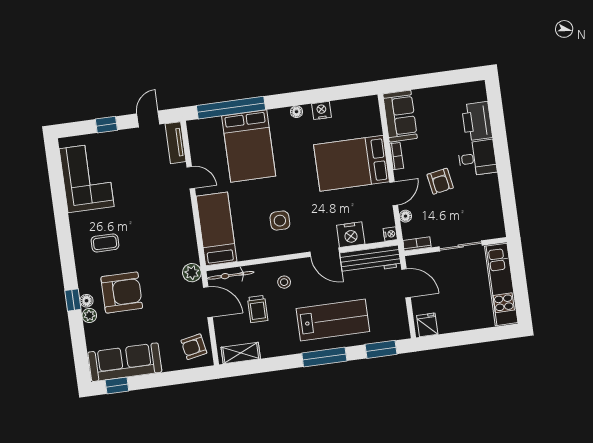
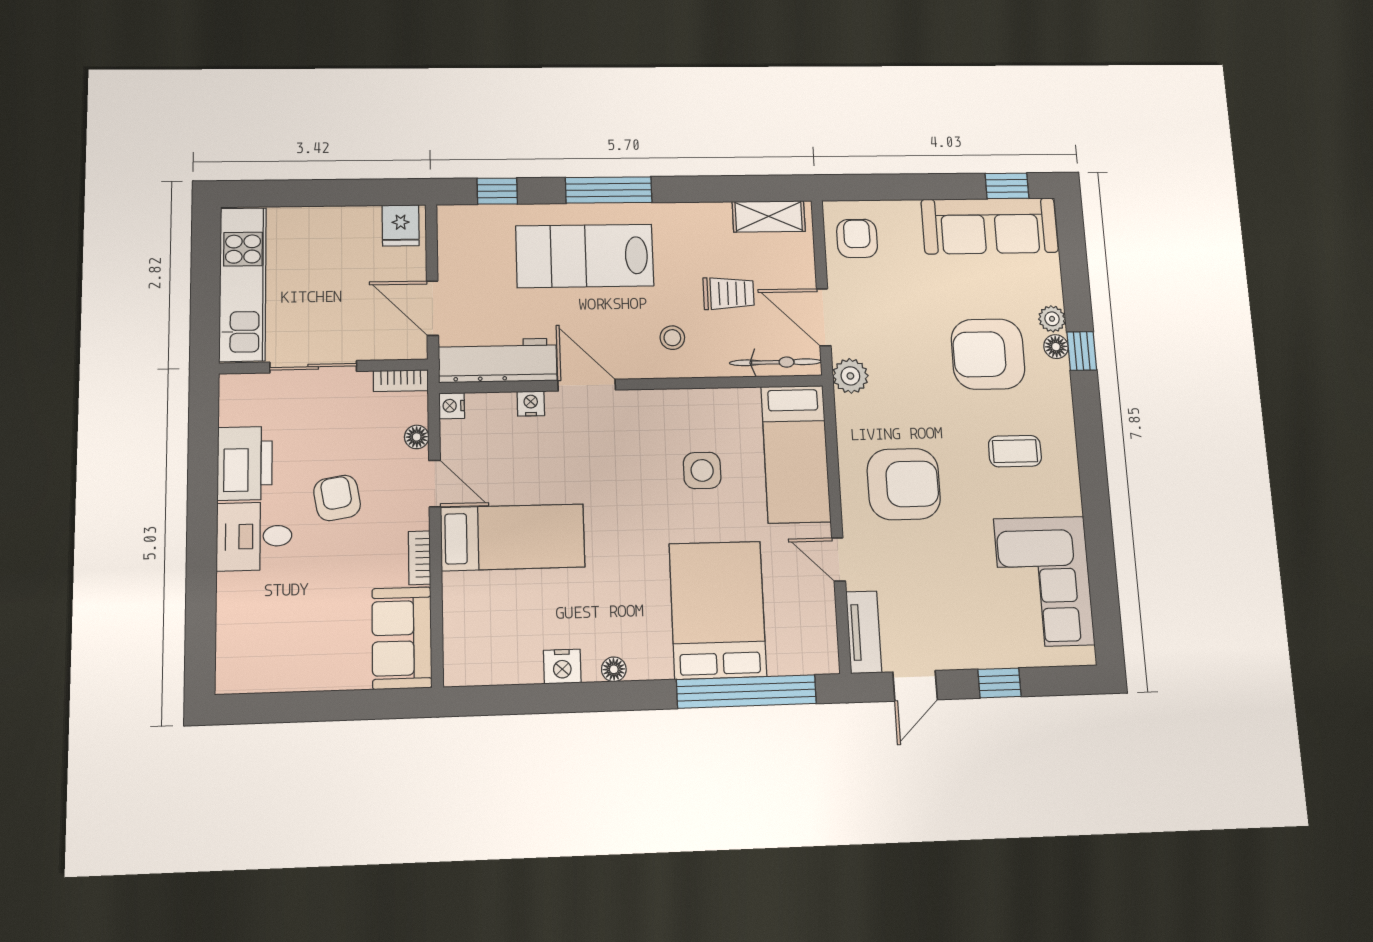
printer: (477, 121) -> (245, 463), moved
bed: (352, 163) -> (513, 537), width x0.67
door: (394, 194) -> (435, 484), swing flipped
armchair: (161, 219) -> (904, 484), added
side table: (280, 221) -> (702, 470), moved
nightstand: (351, 235) -> (531, 404), width x0.53, depth x0.56
trolley: (258, 309) -> (729, 293), turned 90
armchair: (194, 347) -> (857, 238), turned -79
window: (381, 349) -> (497, 191), width x0.67

